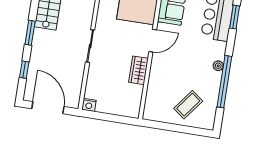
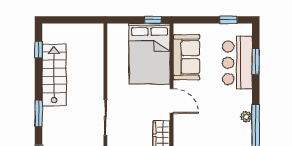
door: (153, 41) -> (172, 101), hinge flipped

